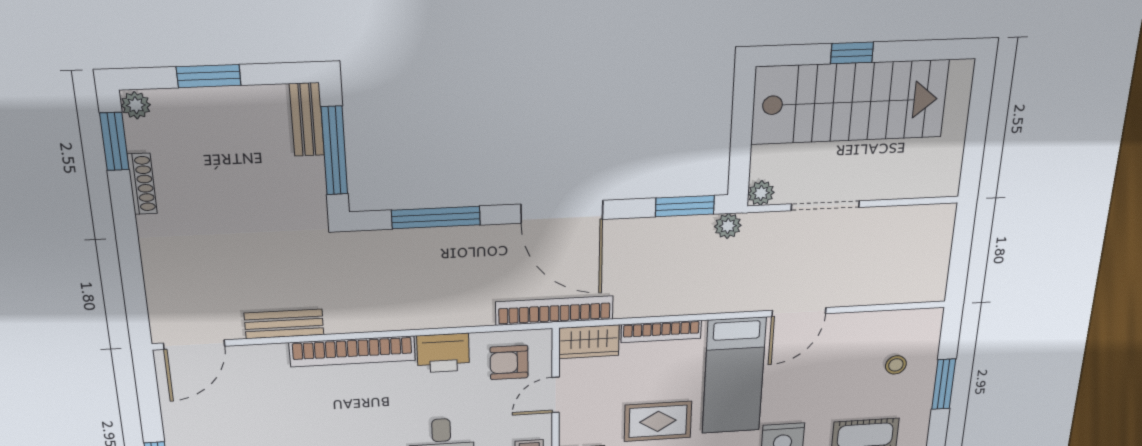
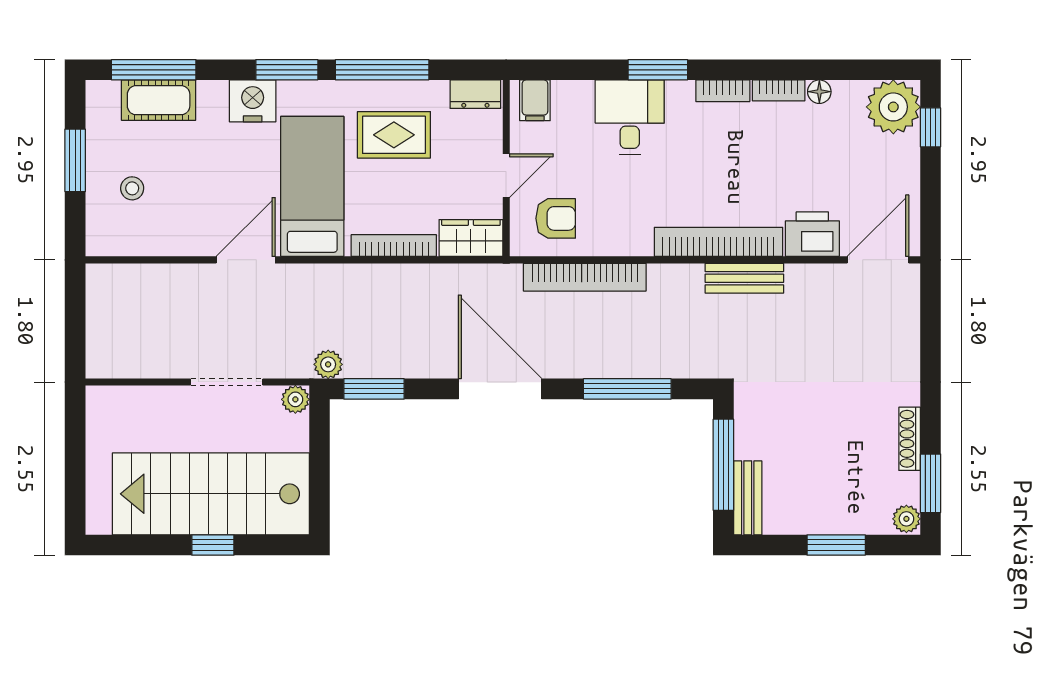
bookcase: (554, 311) -> (585, 277), moved
bench: (284, 324) -> (744, 278), moved
printer: (443, 353) -> (812, 234), moved

